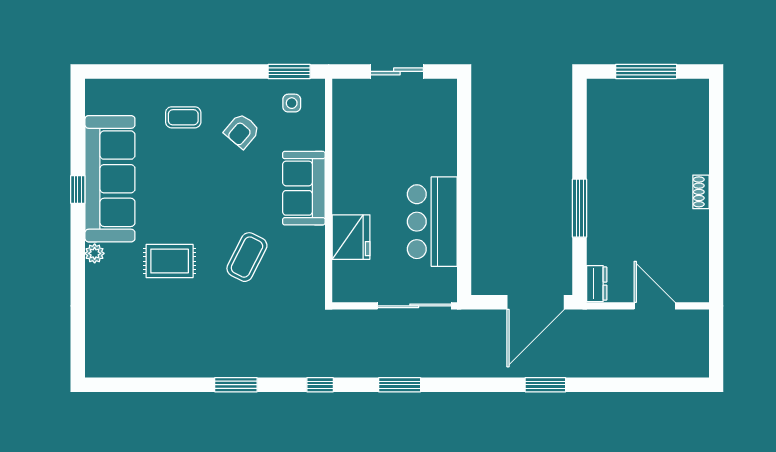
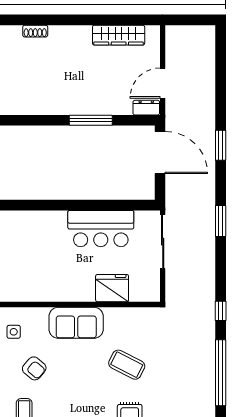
shoe rack: (701, 192) -> (35, 31), moved
wardrobe: (695, 246) -> (119, 35), added
door: (655, 306) -> (163, 83), moved
window: (236, 385) -> (221, 373), width x2.11
window: (400, 385) -> (221, 221), moved

